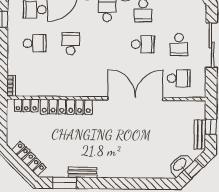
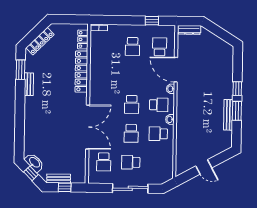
school desk: (71, 44) -> (132, 104), moved, turned 90

